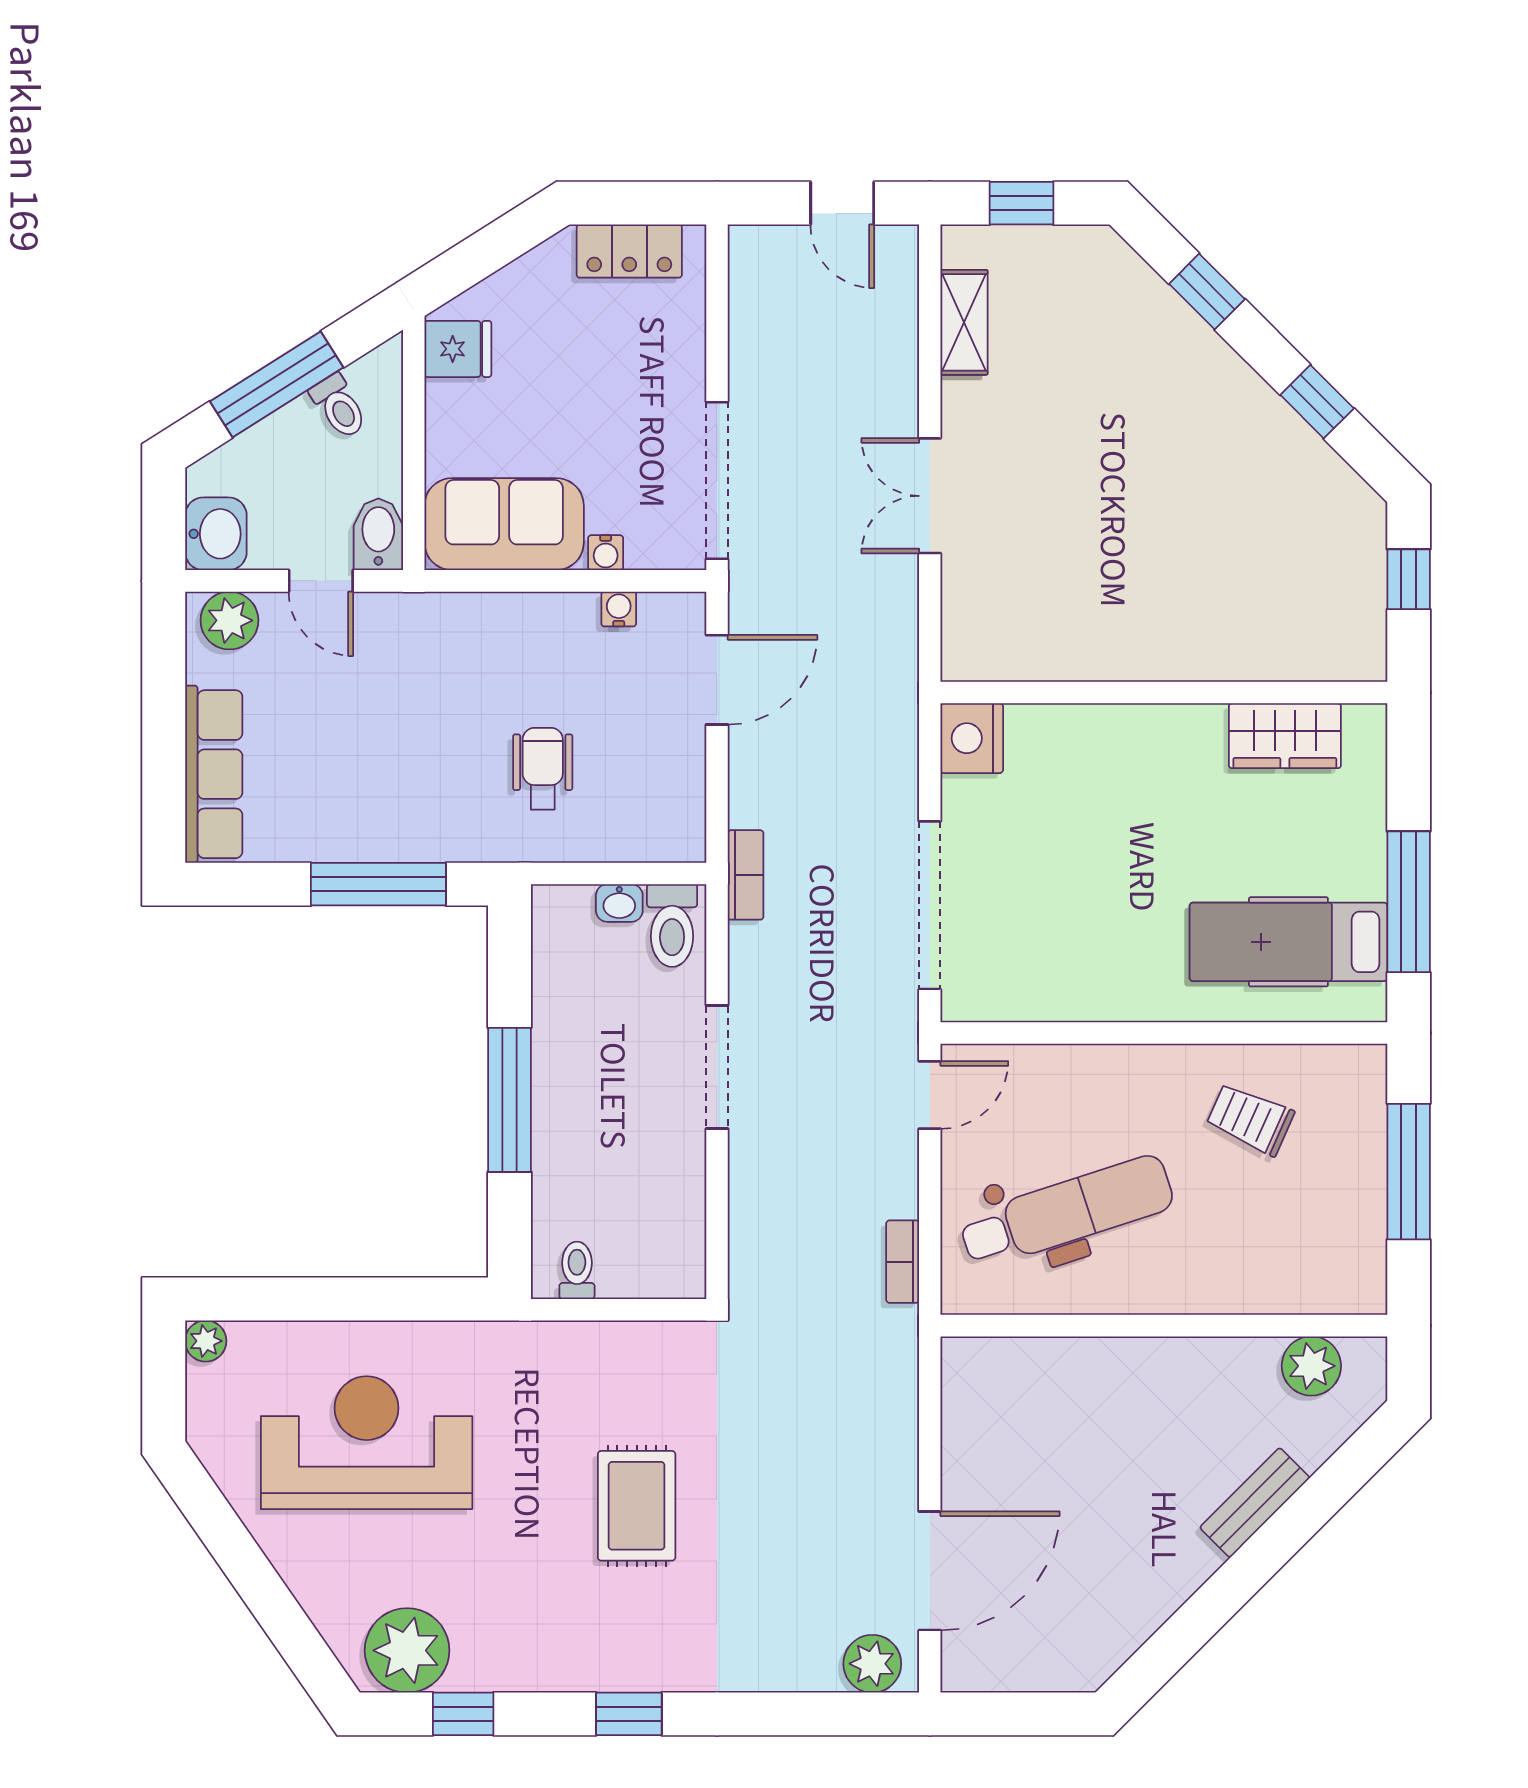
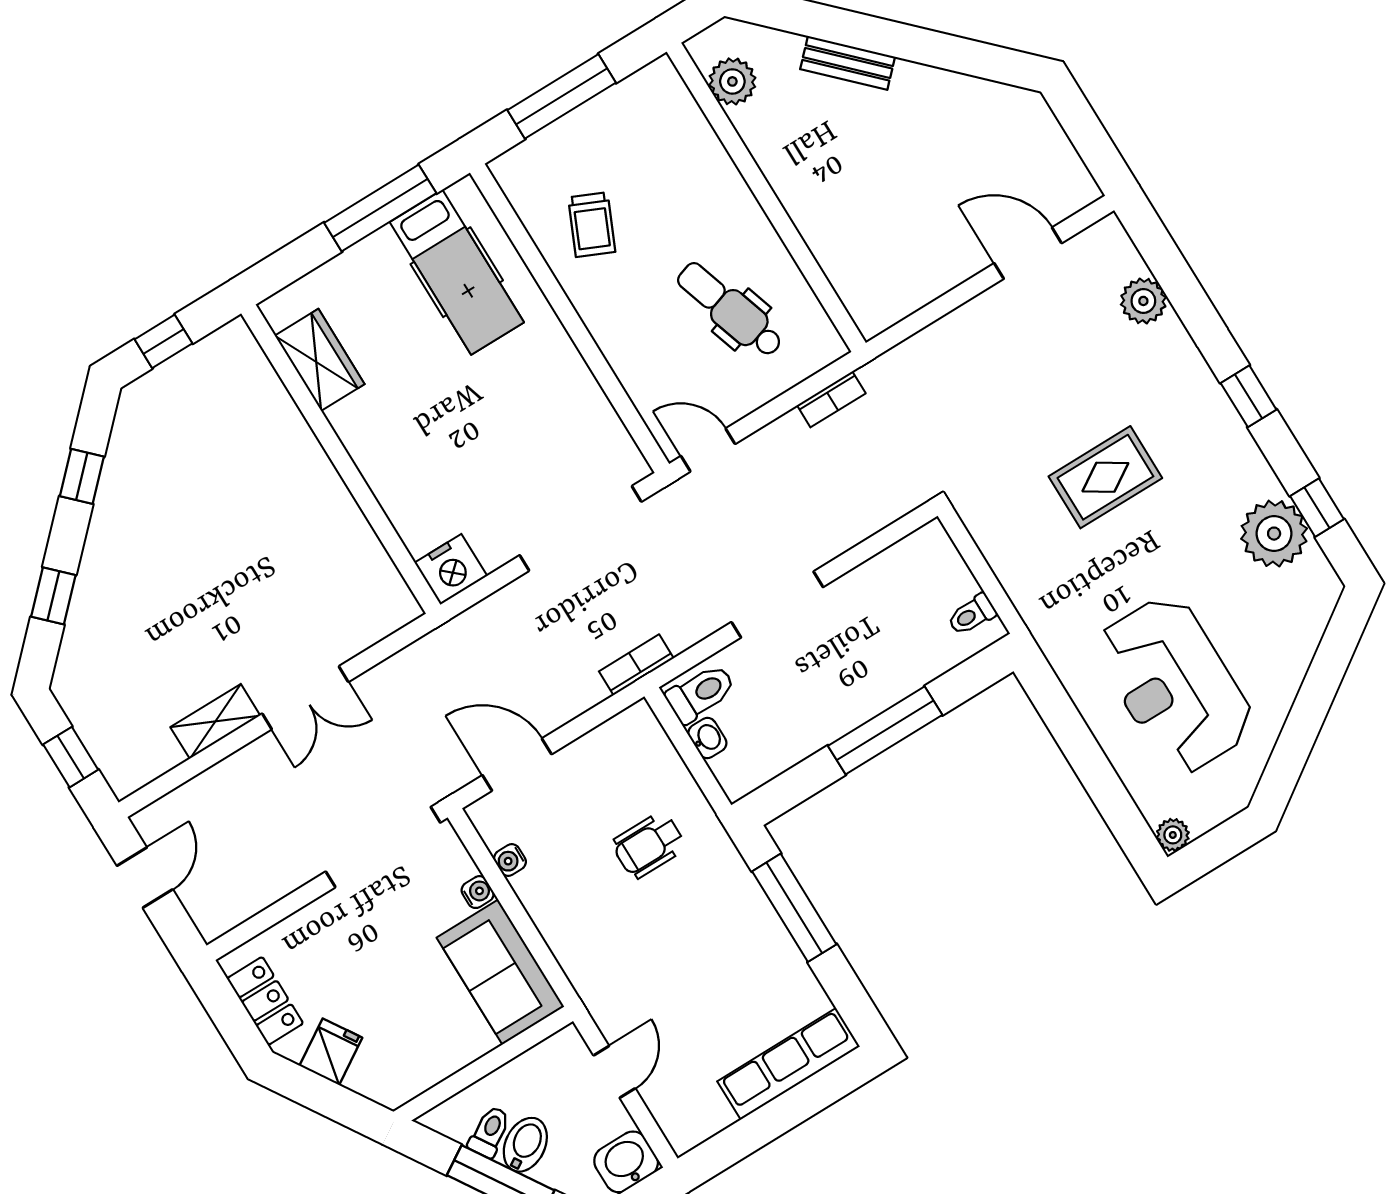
shelving: (964, 322) -> (215, 721), moved
fridge: (458, 349) -> (331, 1052), moved, turned 58
bidet: (378, 534) -> (525, 1145), moved, turned 148
plant: (229, 620) -> (679, 1117), removed
dental chair: (1067, 1212) -> (730, 310), width x0.73, depth x0.72
door: (930, 1571) -> (1028, 253), width x0.73
plant: (407, 1650) -> (1274, 534), moved
plant: (872, 1664) -> (1143, 301), moved

